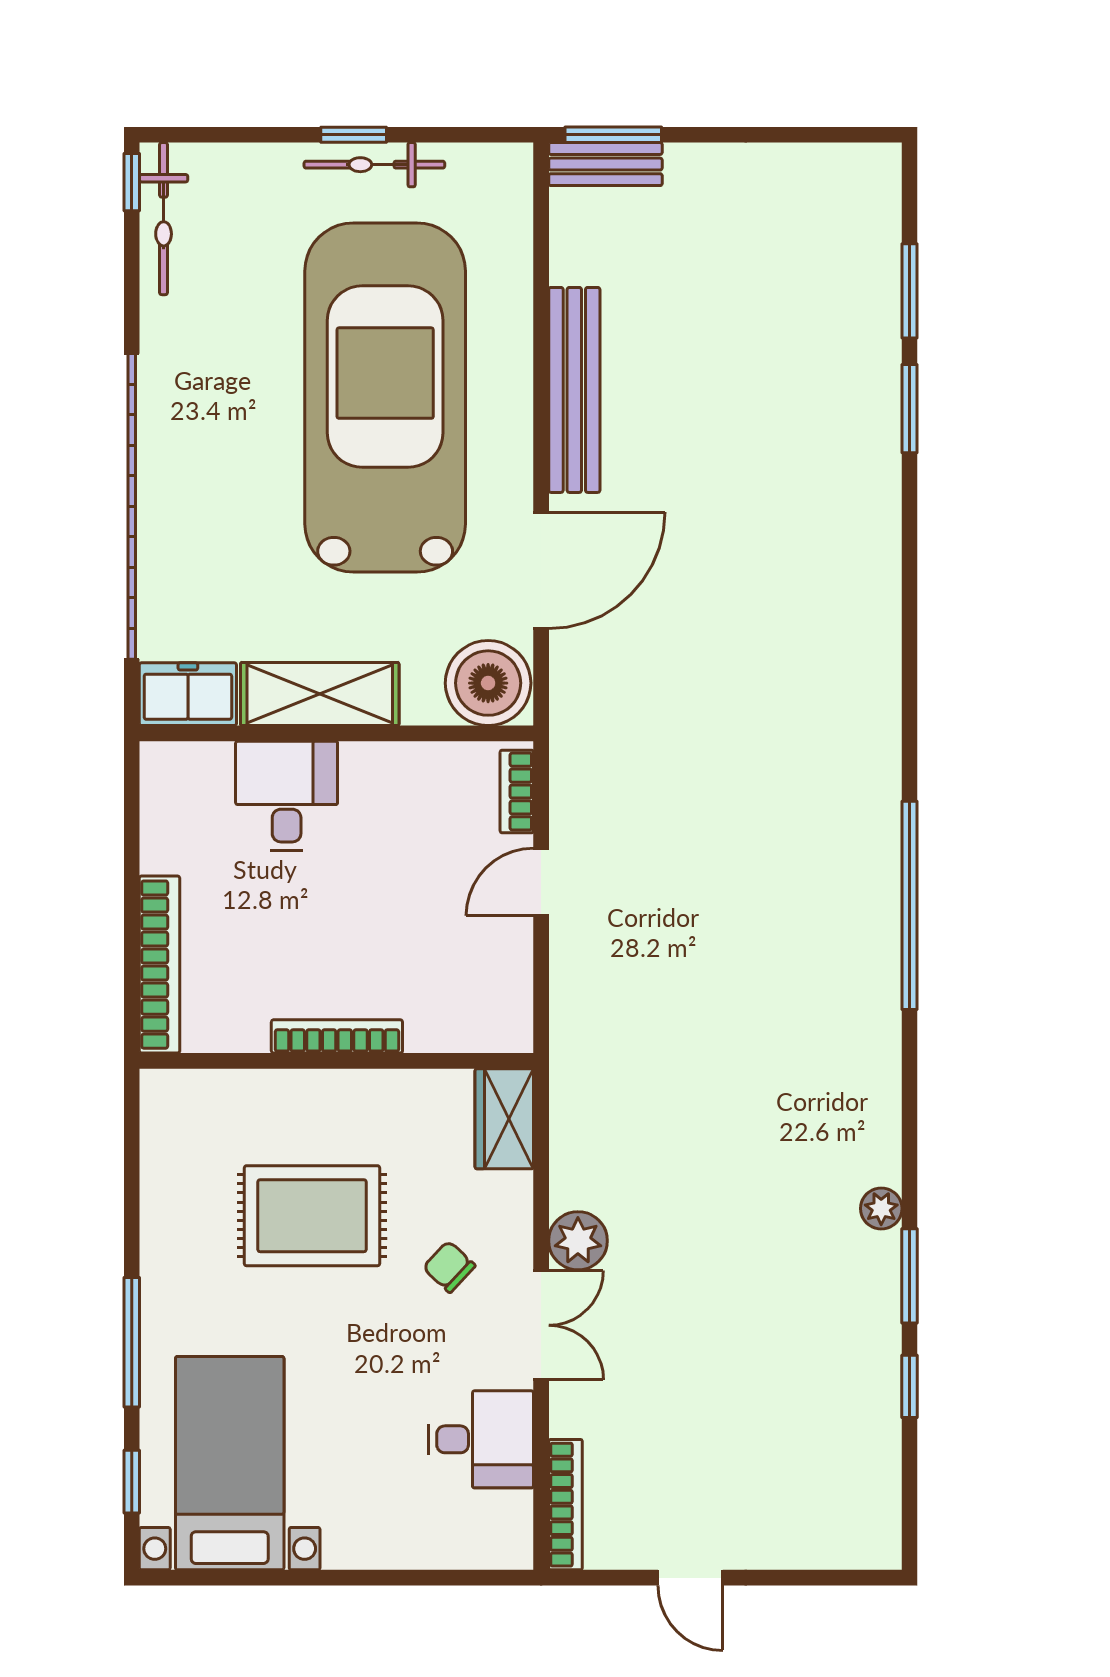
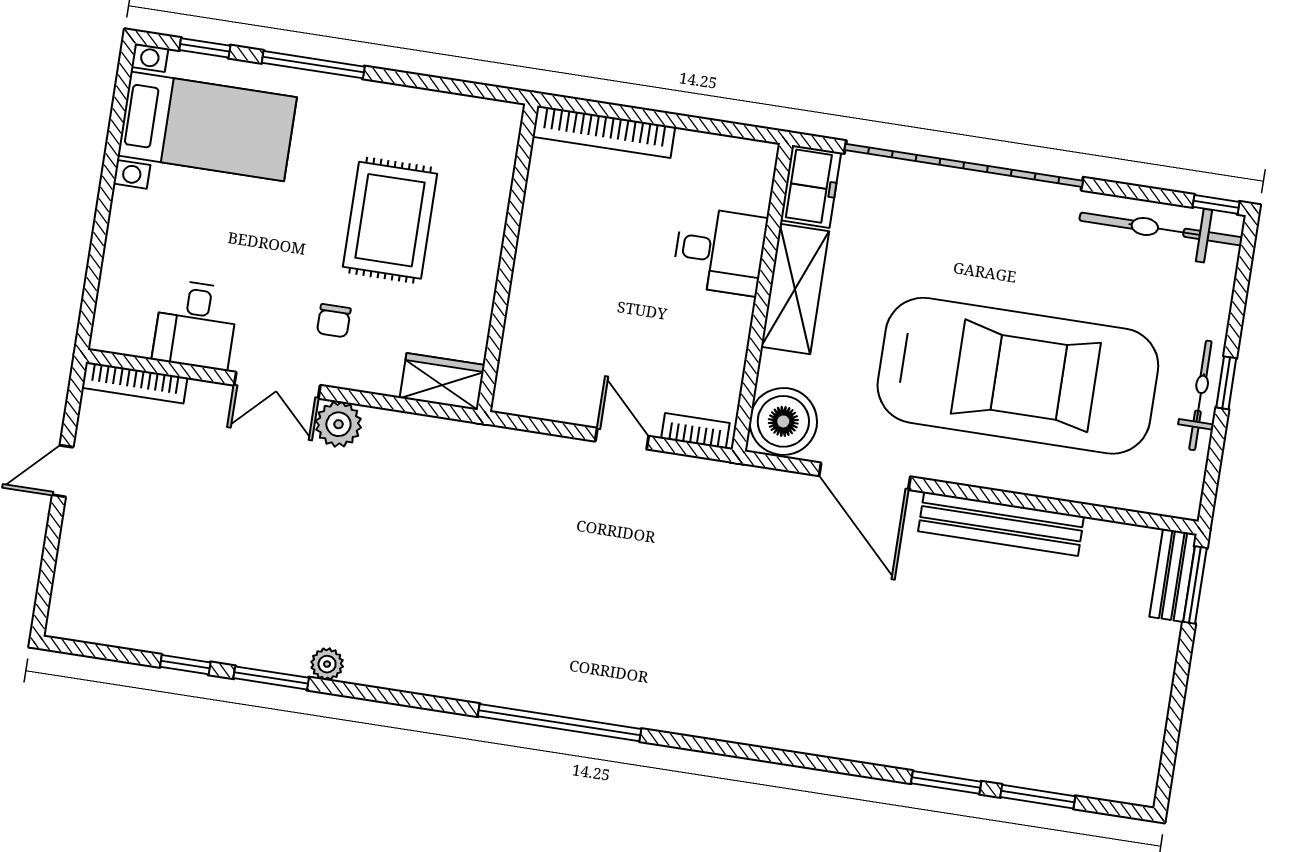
bicycle: (164, 219) -> (1161, 229), width x1.37, depth x1.40
bookcase: (337, 1036) -> (526, 261), removed
chair: (449, 1267) -> (334, 321), turned 137

